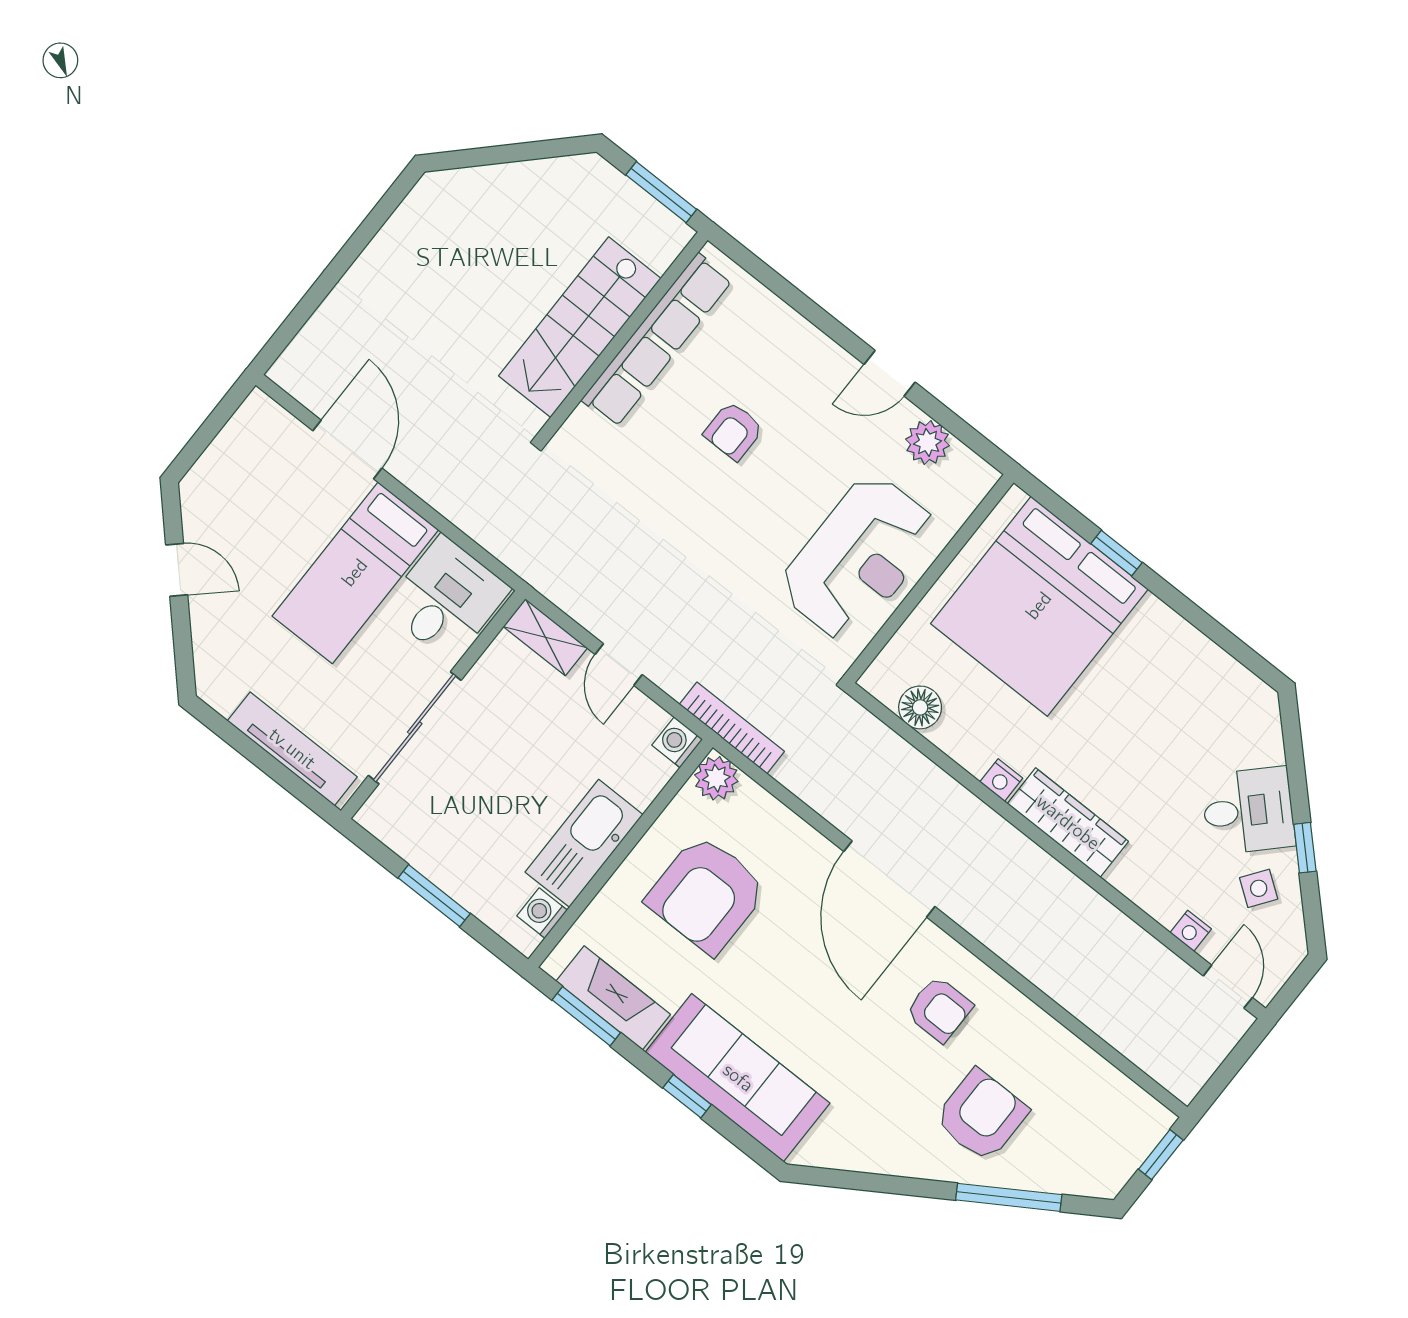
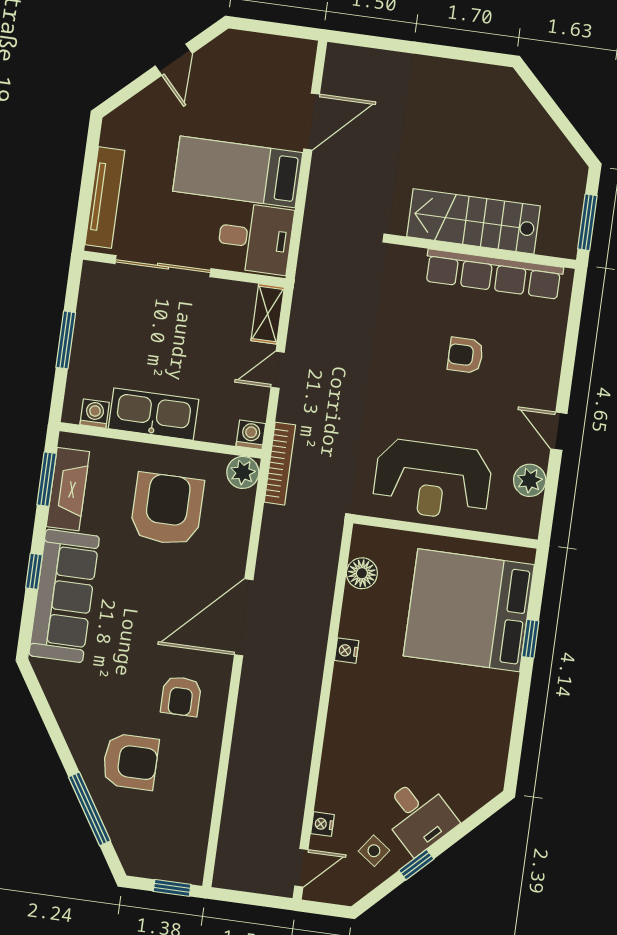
wardrobe: (1068, 823) -> (345, 708), removed
armchair: (707, 894) -> (167, 509), turned 90

